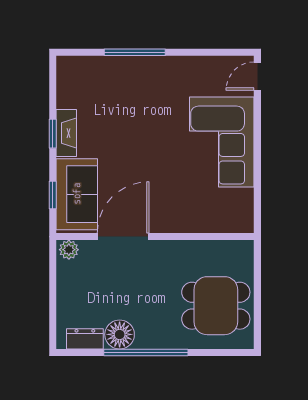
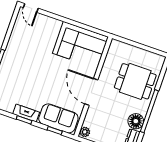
corner sofa: (222, 142) -> (80, 45), moved
door: (123, 237) -> (91, 92), moved
dining table: (216, 306) -> (135, 81), moved, turned 90

